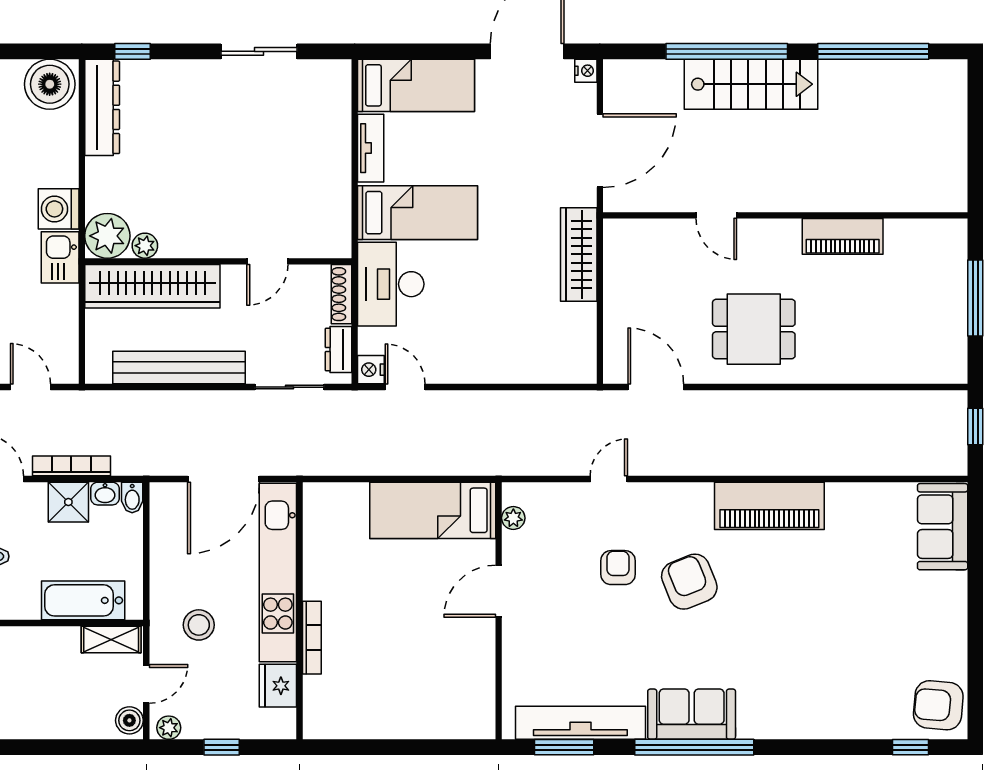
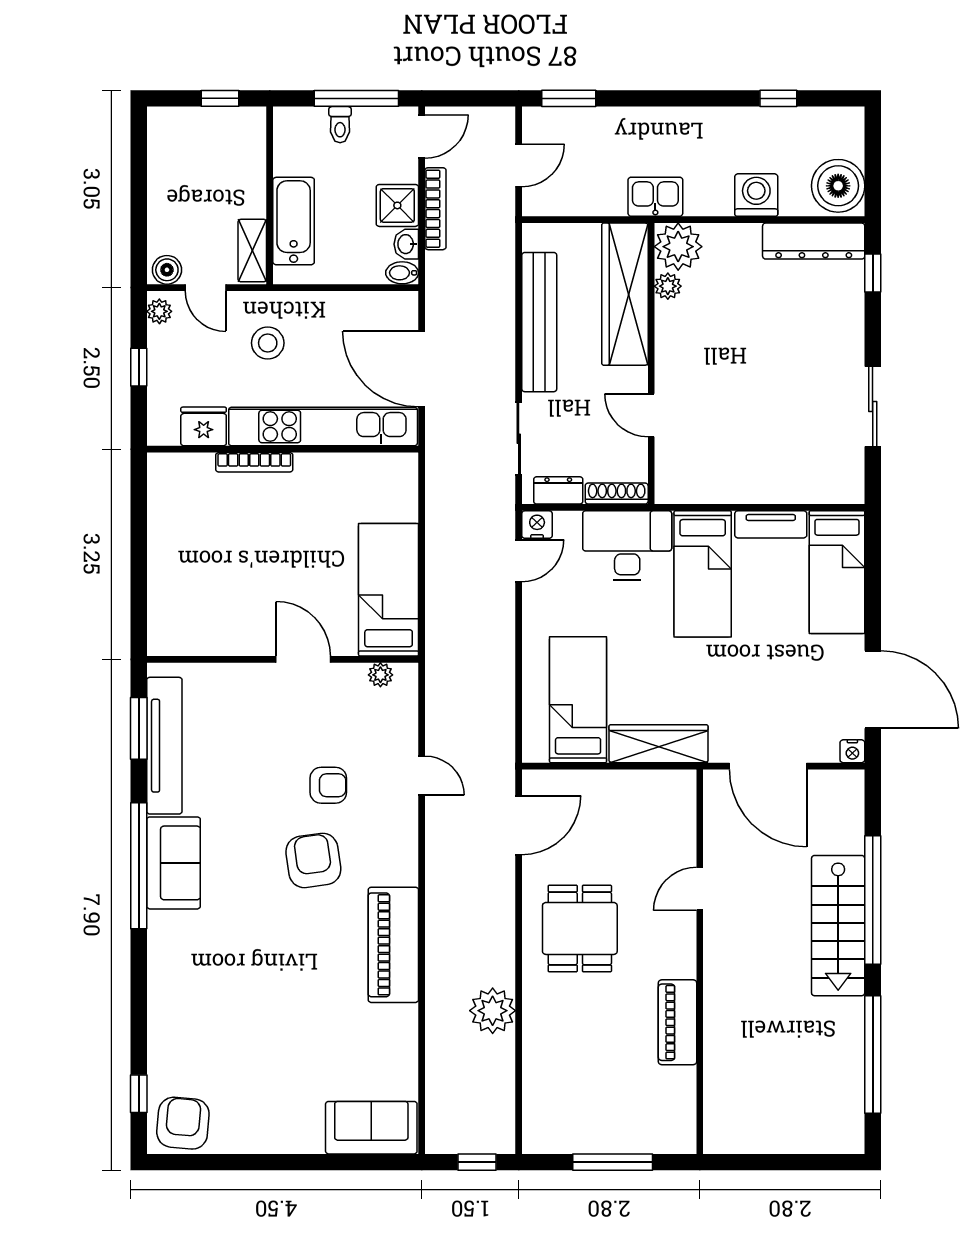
washing machine: (59, 209) -> (756, 195), moved
bed: (537, 331) -> (578, 700), added
plant: (832, 412) -> (493, 1011), added
armchair: (689, 582) -> (313, 860), turned -76

